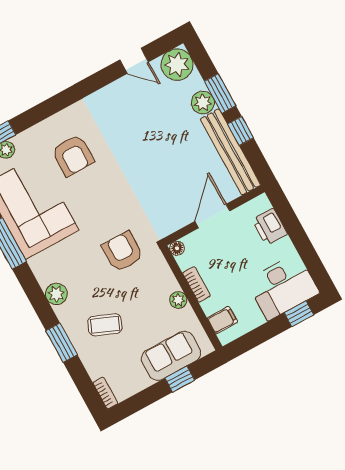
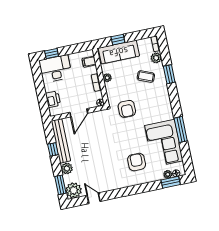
window: (220, 93) -> (60, 185), moved
plant: (56, 294) -> (156, 58), moved
sofa: (171, 356) -> (119, 52), width x1.36

